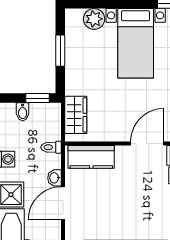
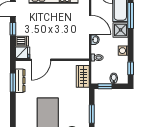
kitchen counter: (91, 157) -> (74, 52), removed
door: (63, 203) -> (90, 25), hinge flipped

